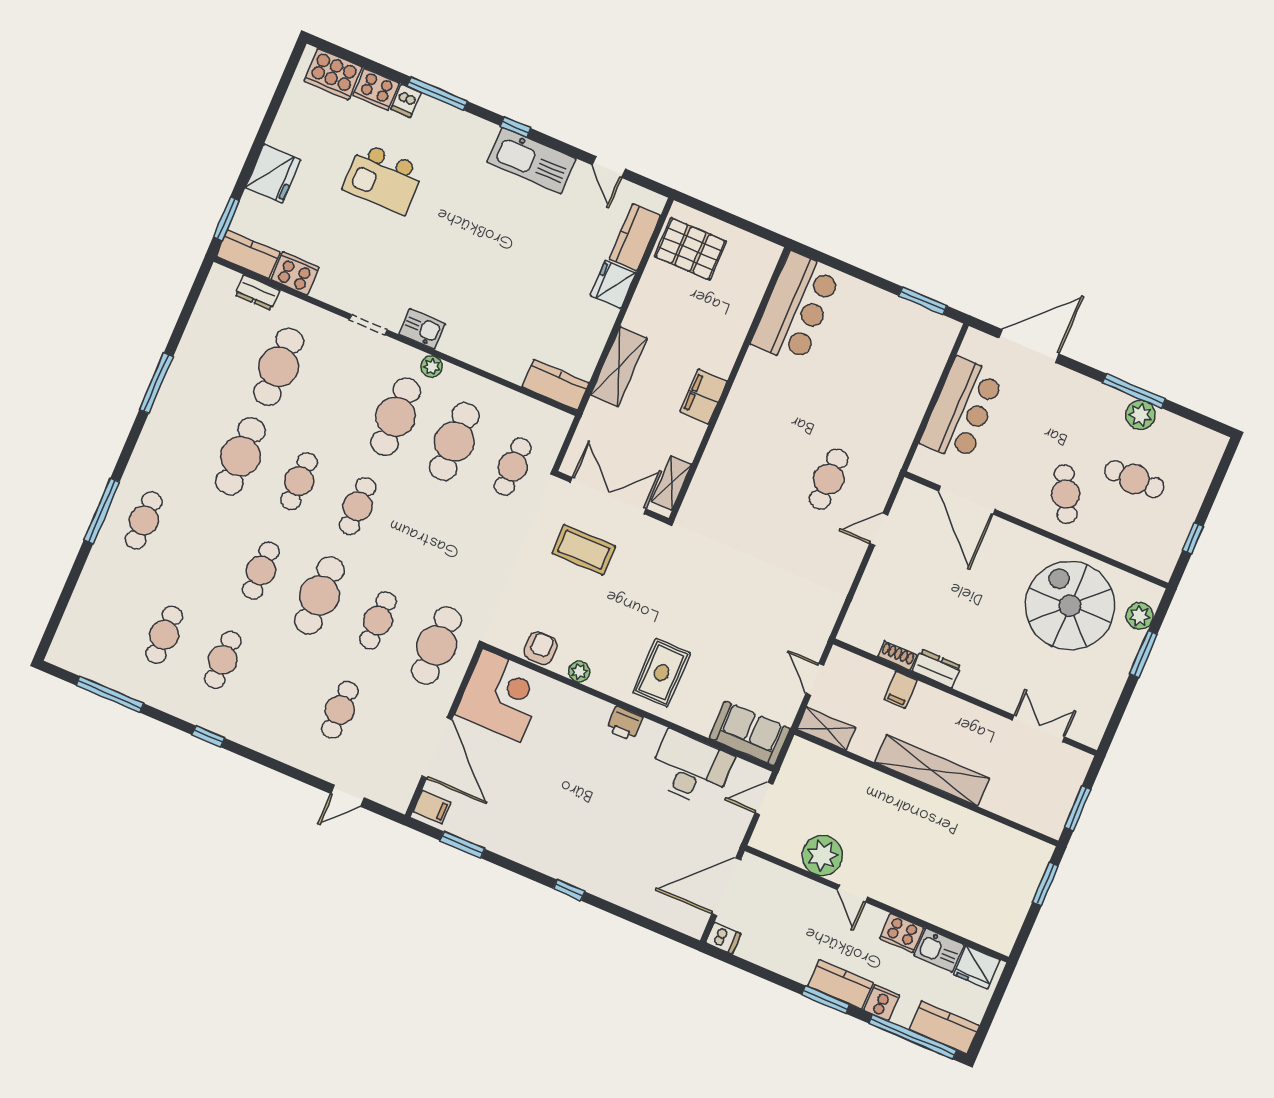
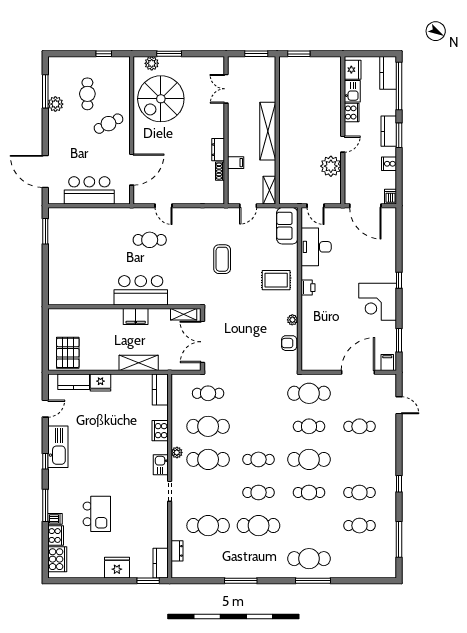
cooker: (295, 273) -> (160, 431), moved
bar counter: (796, 308) -> (141, 290), moved
window: (1134, 391) -> (45, 91), moved
cafe table: (144, 521) -> (309, 559), width x1.37, depth x1.35
coffee table: (584, 550) -> (222, 259), moved
corner desk: (501, 696) -> (378, 302), moved, turned -90
cooker: (882, 1003) -> (389, 164), moved

